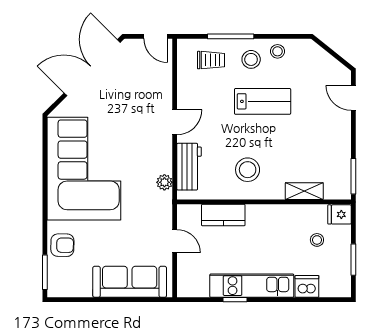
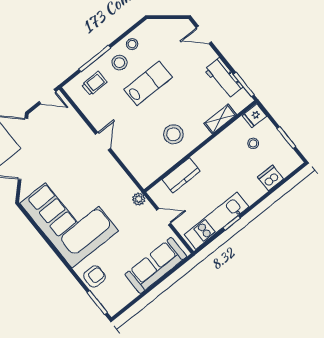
workbench: (189, 167) -> (224, 78), moved, turned 180
plant: (164, 182) -> (139, 199), moved
kitchen unit: (252, 286) -> (217, 221), moved

